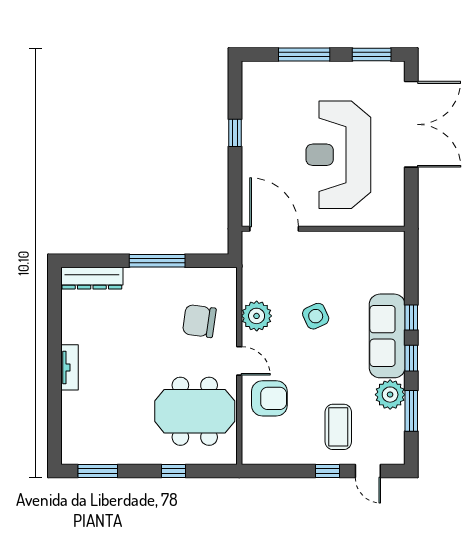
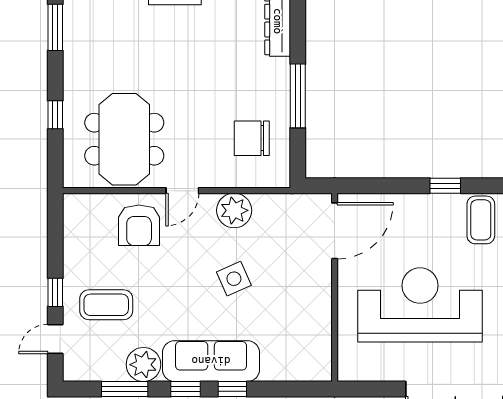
coffee table: (265, 102) -> (481, 220), added
chair: (199, 321) -> (252, 138), moved, turned -98

